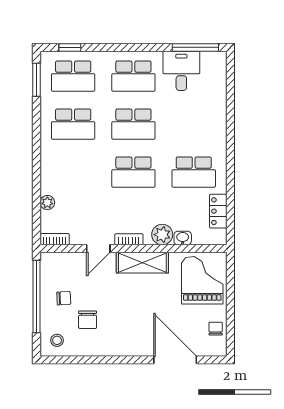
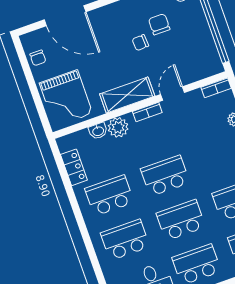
school desk: (194, 124) -> (125, 240), added
chair: (64, 298) -> (140, 43), moved

